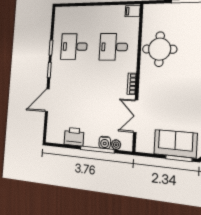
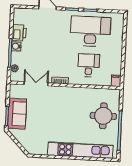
desk: (74, 47) -> (90, 31), width x1.87, depth x1.30
round table: (160, 49) -> (103, 116), moved
water cooler: (105, 143) -> (16, 46), moved

